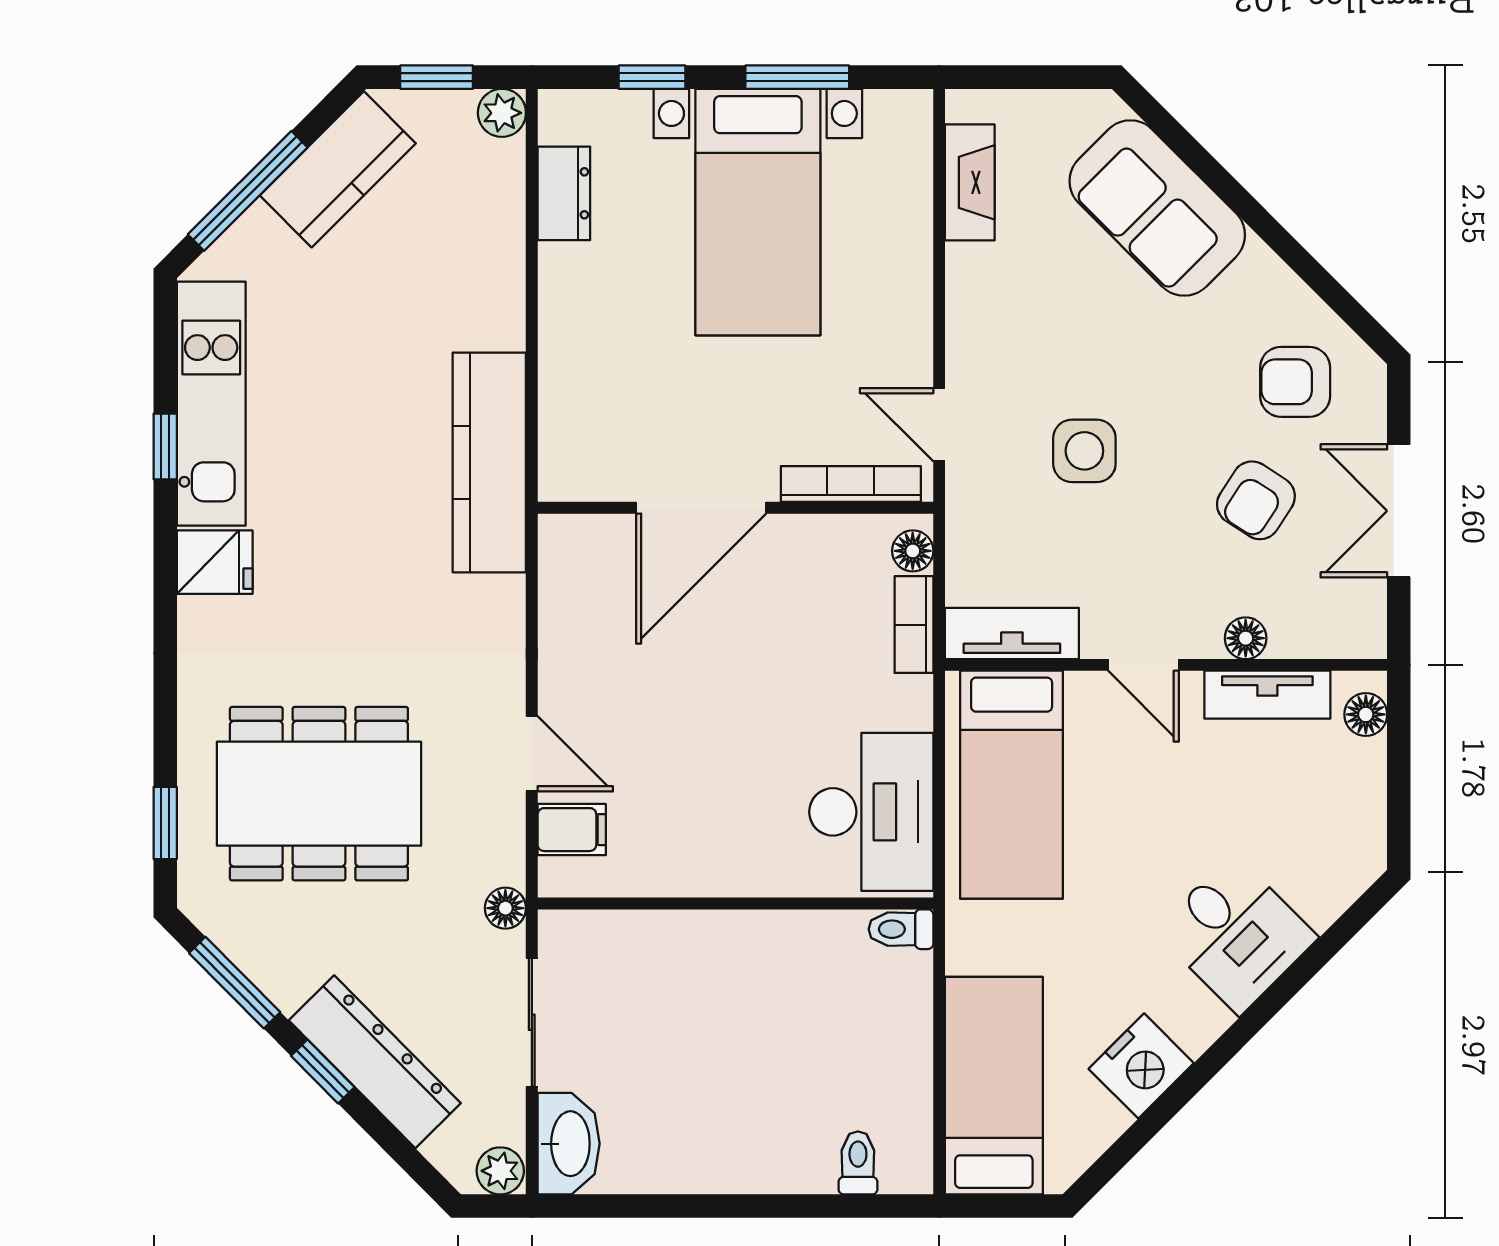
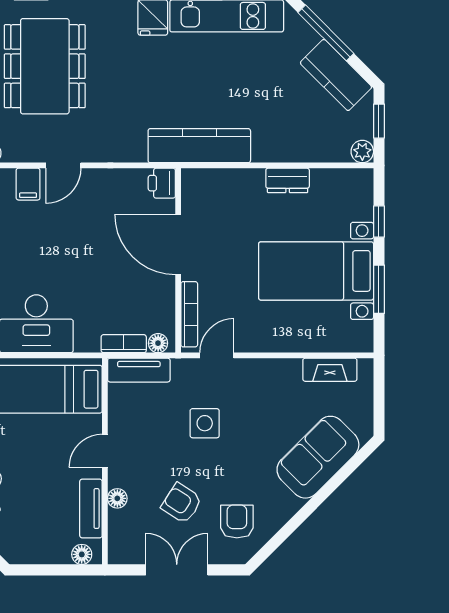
dresser: (564, 193) -> (288, 180), moved
printer: (570, 543) -> (162, 183), added
tv unit: (1012, 633) -> (139, 370), moved, turned 90

